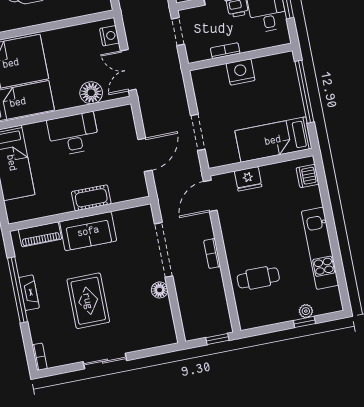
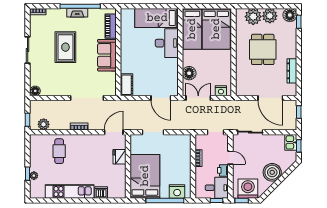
nightstand: (241, 72) -> (177, 192), moved, turned 90
desk: (73, 134) -> (167, 43), moved
bed: (273, 140) -> (145, 176), width x1.50
door: (145, 155) -> (161, 98), moved
dishwasher: (308, 176) -> (101, 192), moved
door: (210, 196) -> (114, 132), hinge flipped
cot: (91, 198) -> (126, 85), moved
floor lamp: (160, 290) -> (35, 91), moved
rug: (88, 301) -> (65, 47), turned 90
plant: (220, 312) -> (44, 124), added

